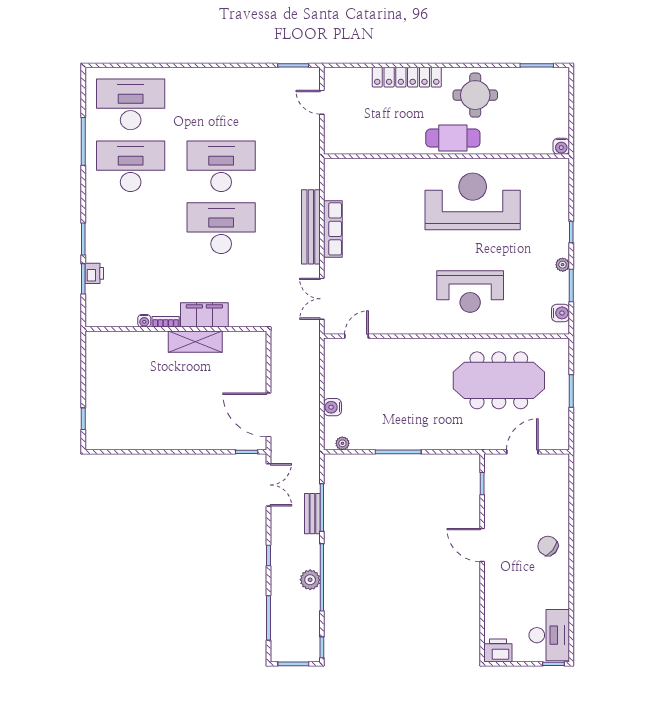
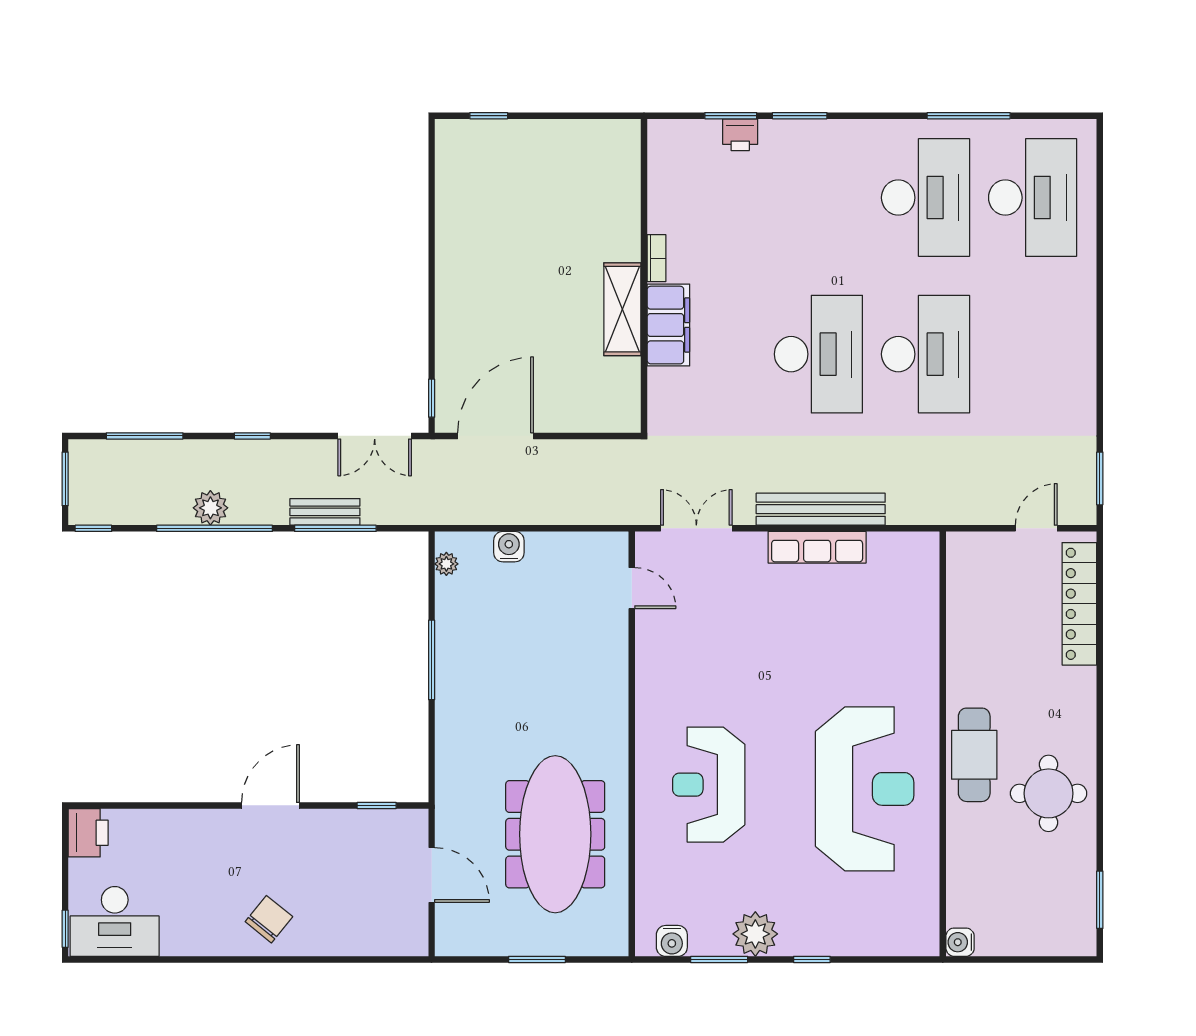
locker: (407, 77) -> (1079, 604), moved
plant: (563, 265) -> (755, 934), width x1.88, depth x1.88
water cooler: (144, 321) -> (658, 221), removed

